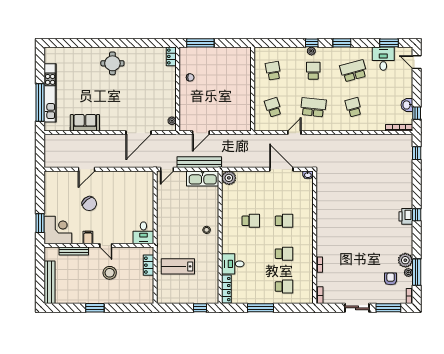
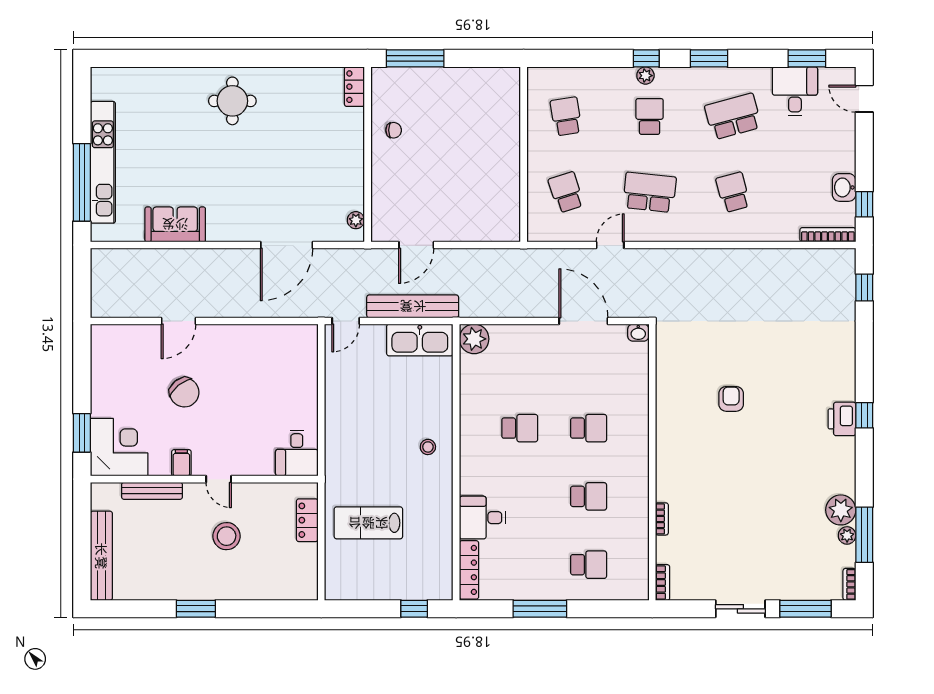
armchair: (391, 279) -> (731, 399), moved

